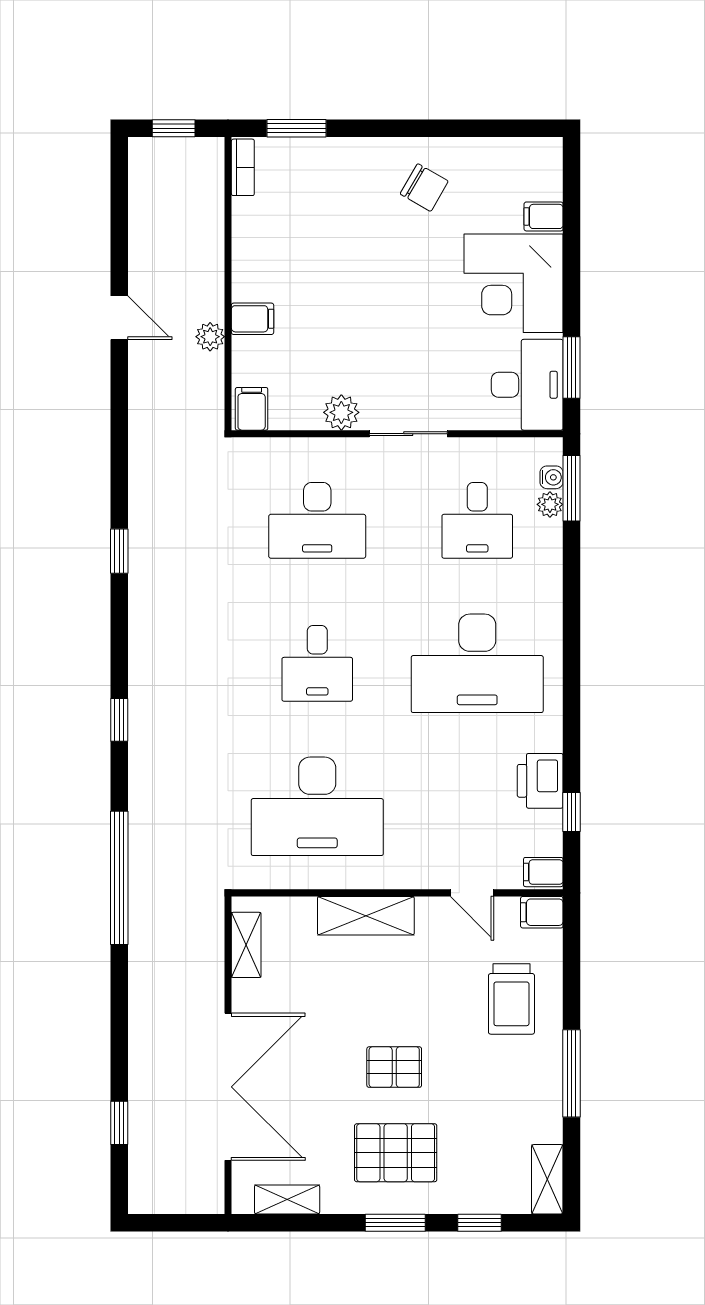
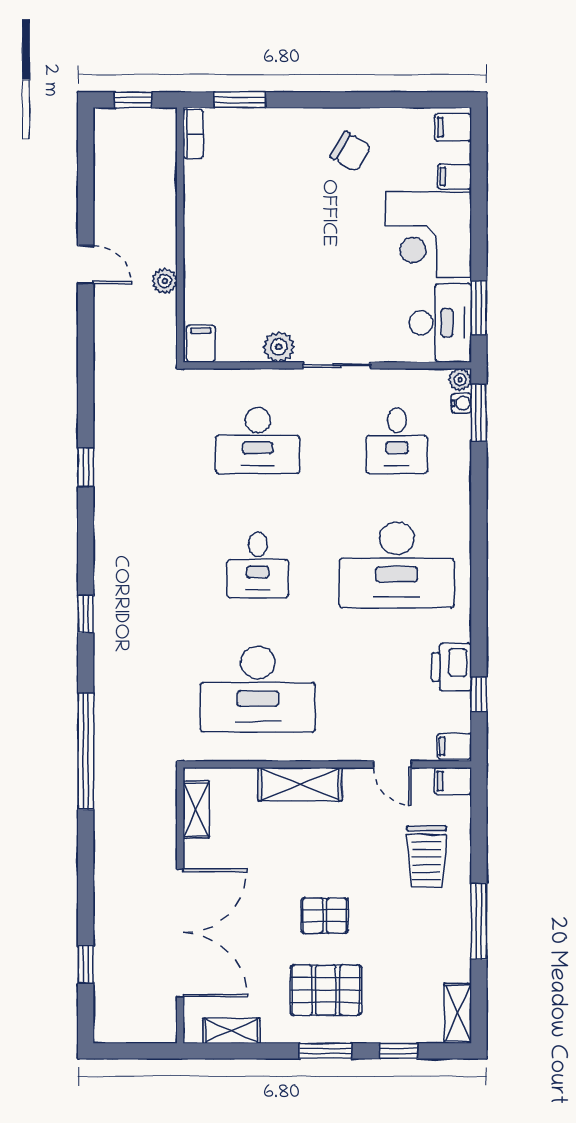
filing cabinet: (253, 319) -> (453, 127), moved, turned 180
plant: (550, 504) -> (460, 380), moved

